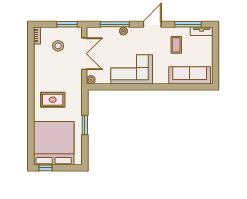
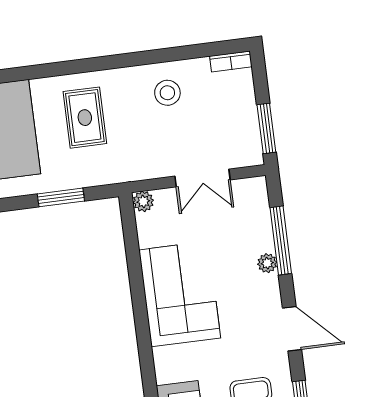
stool: (58, 46) -> (167, 93), moved
double door: (84, 54) -> (202, 178), width x0.73
window: (85, 125) -> (61, 197), moved

